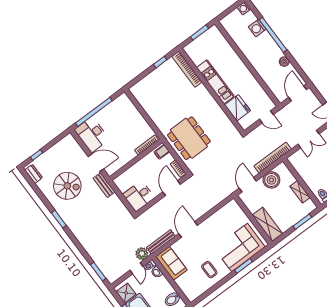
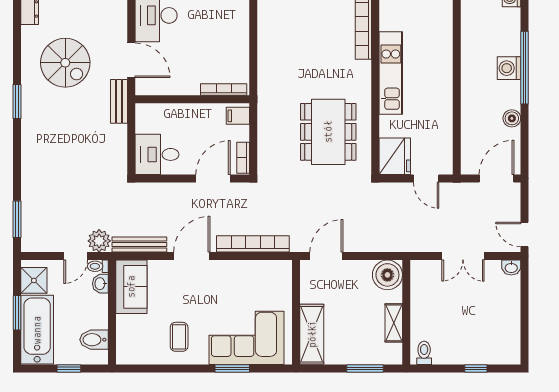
washing machine: (257, 28) -> (509, 68), moved
fridge: (238, 108) -> (395, 156), moved
dining table: (189, 138) -> (328, 132), moved
bookcase: (273, 158) -> (253, 244), moved
boiler: (271, 180) -> (387, 275), moved

